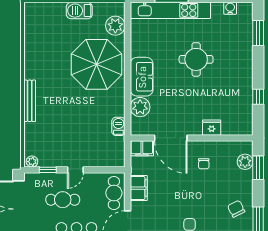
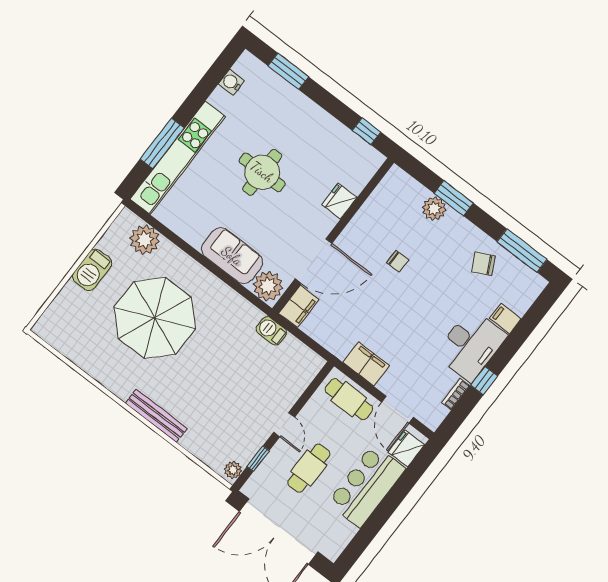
parasol: (97, 64) -> (155, 318), moved
fridge: (212, 128) -> (339, 201), moved
door: (171, 138) -> (313, 261), moved
wall: (192, 138) -> (333, 236), moved
filing cabinet: (142, 148) -> (299, 306), moved

